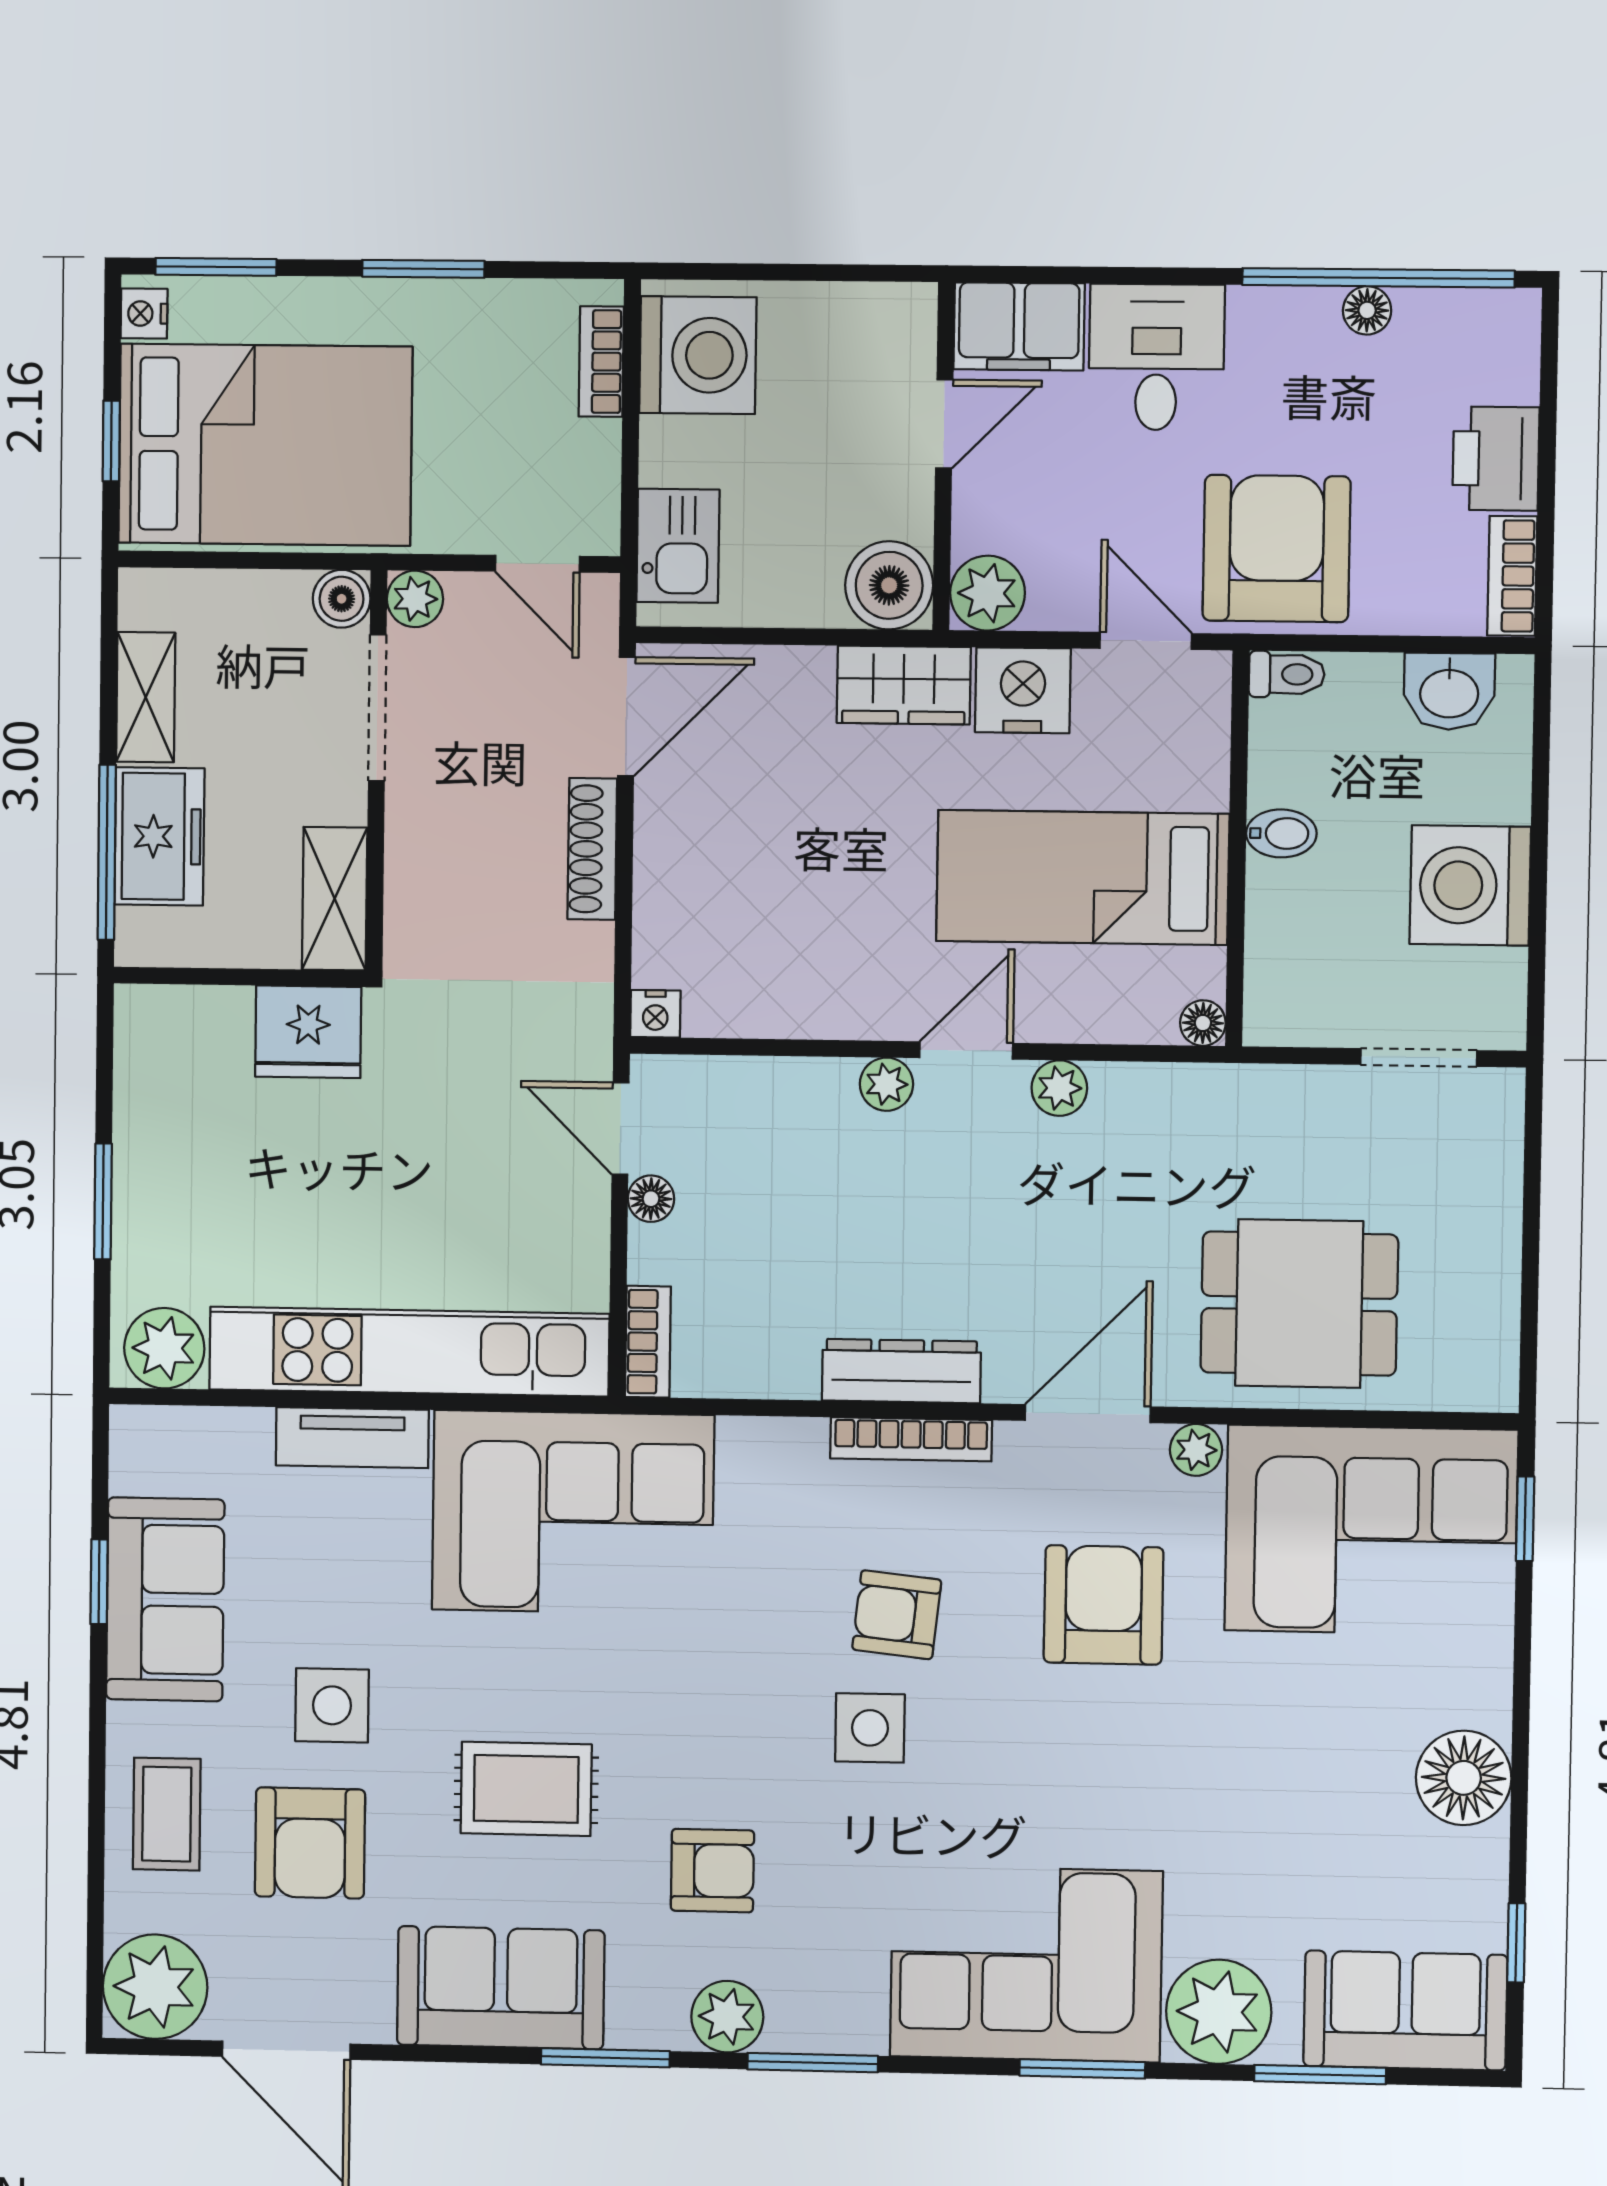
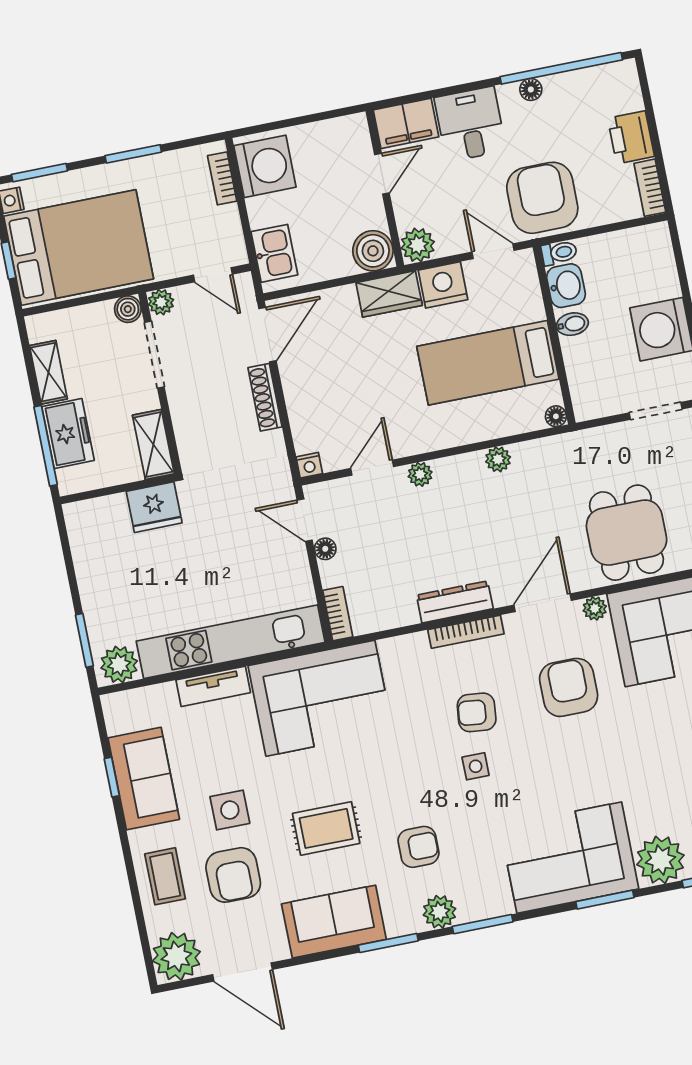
floor lamp: (1367, 310) -> (531, 89), moved
washbasin: (1449, 691) -> (566, 286), moved, turned -90
door: (966, 1050) -> (372, 468), moved
window: (103, 1201) -> (84, 640), moved
dining table: (1299, 1304) -> (627, 533), turned 90
side table: (870, 1728) -> (476, 766), width x0.73, depth x0.73

